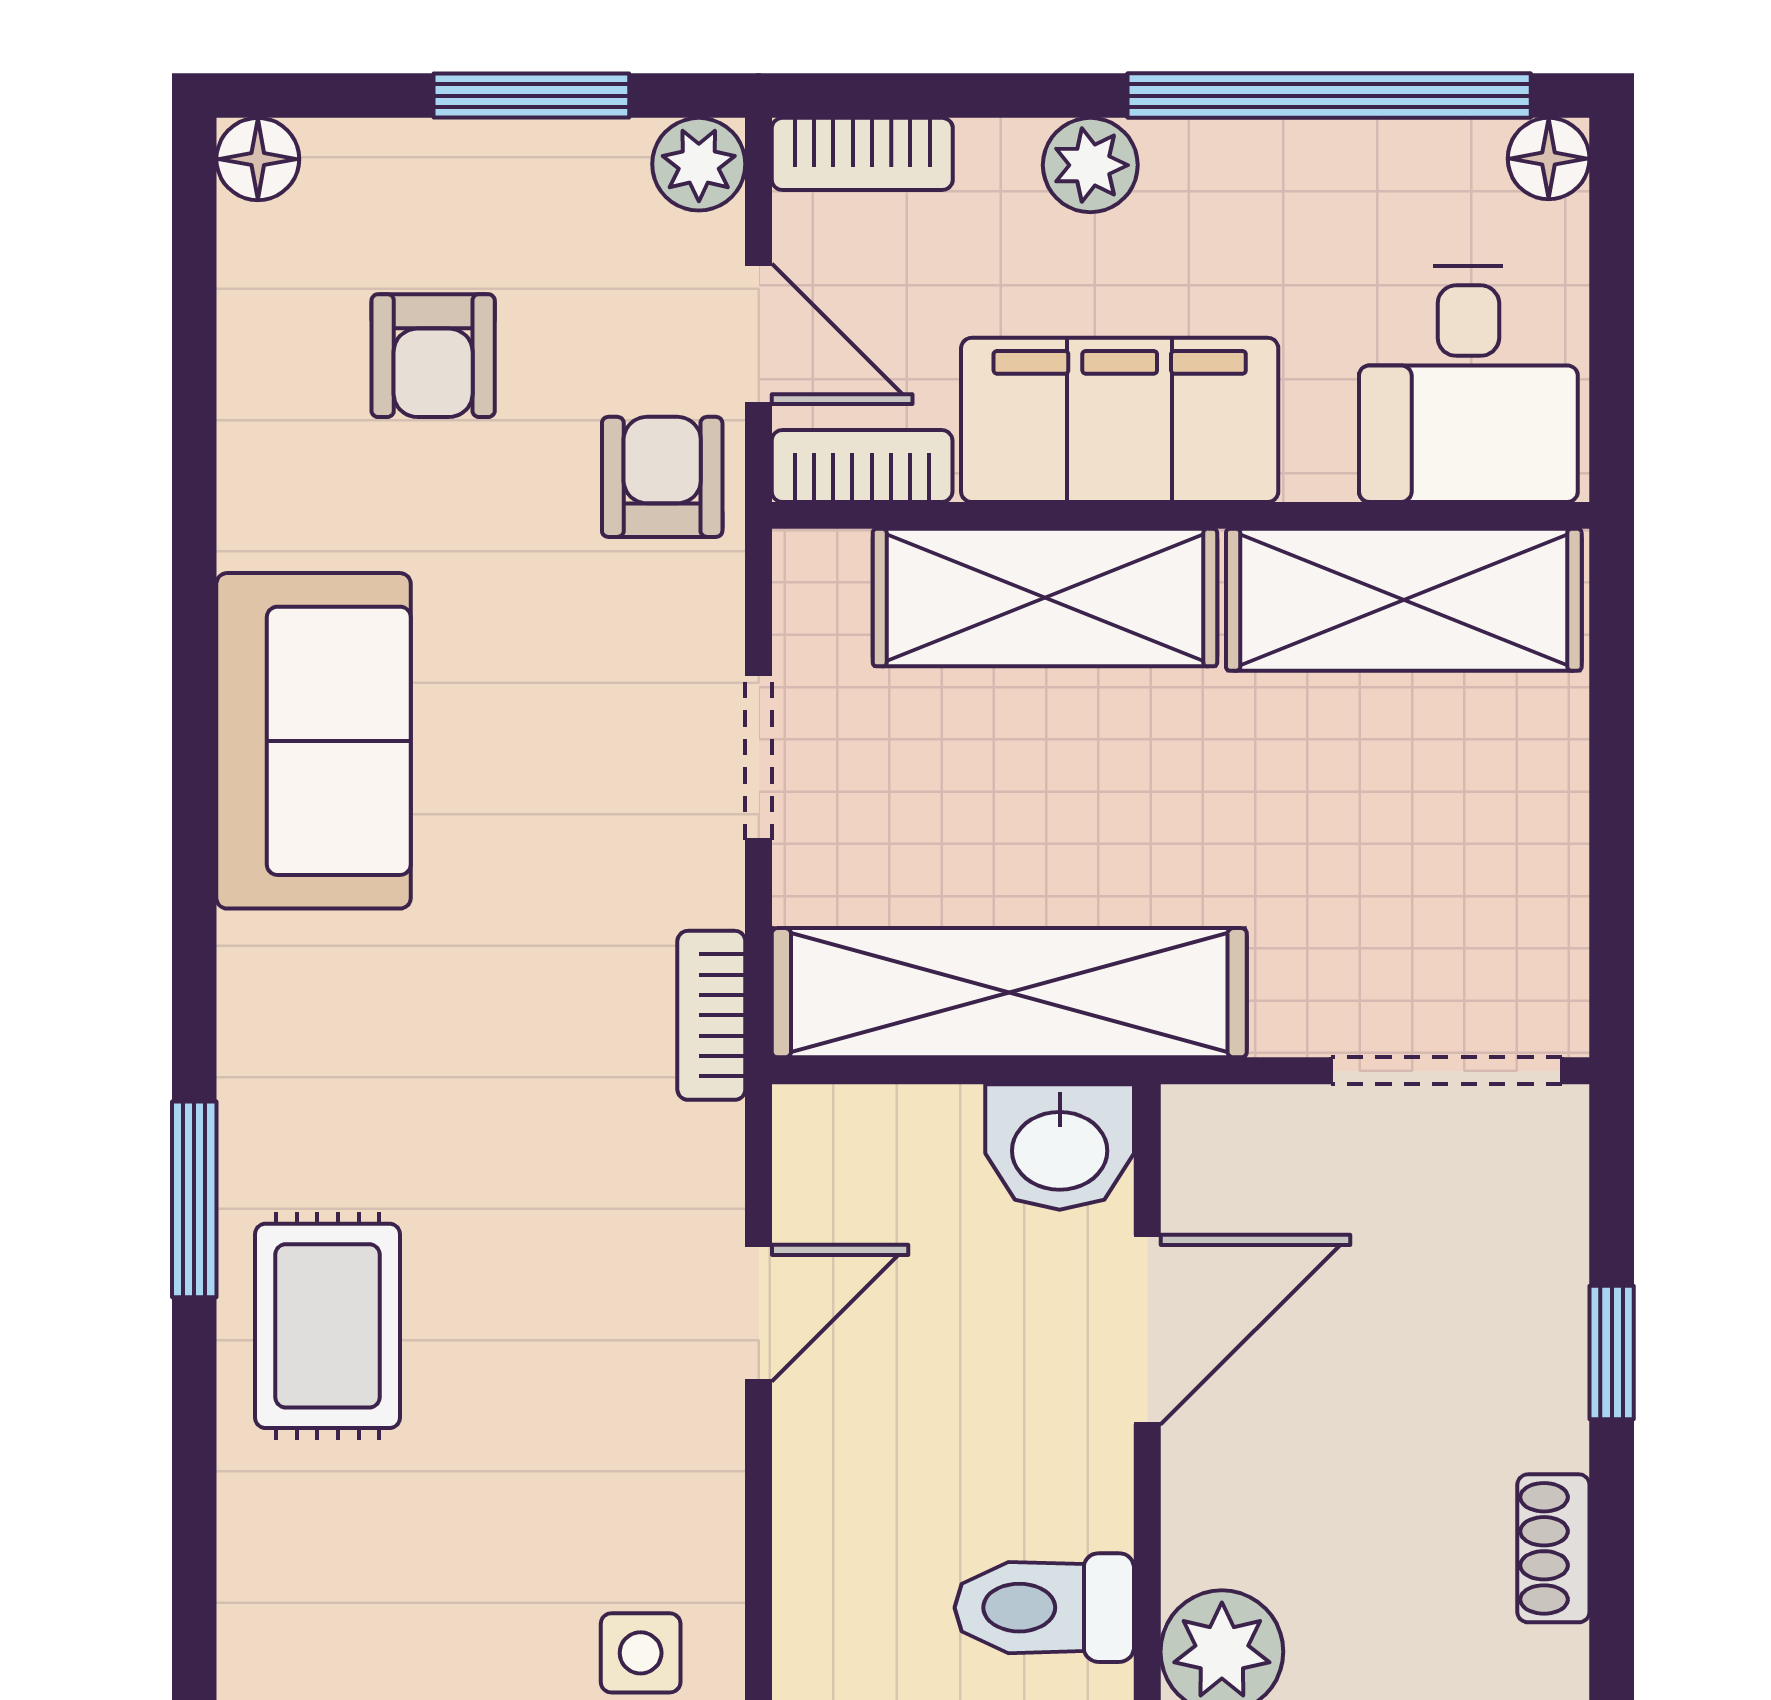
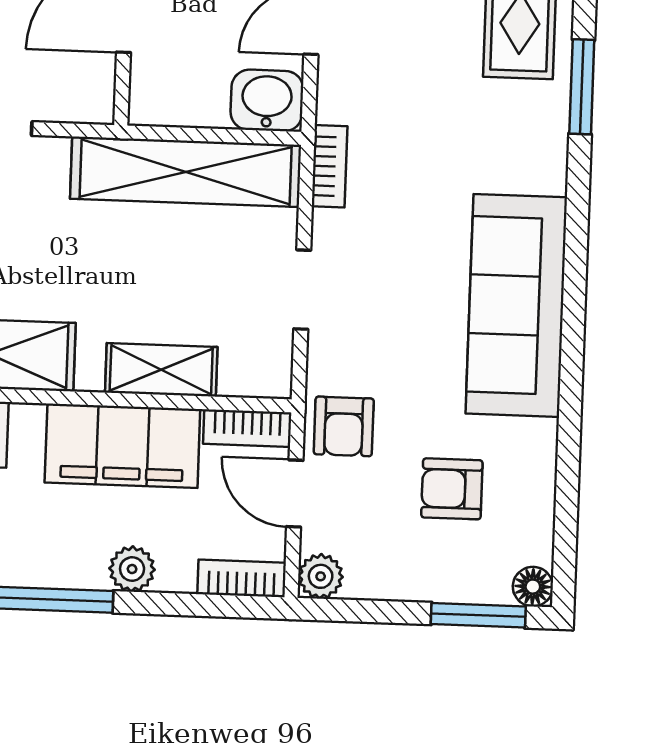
window: (531, 96) -> (478, 615), moved
armchair: (433, 356) -> (452, 489), turned -90
shelving: (1045, 598) -> (161, 370), width x0.67, depth x0.75
sofa: (314, 741) -> (516, 305), width x1.36
washbasin: (1060, 1147) -> (267, 100), moved

